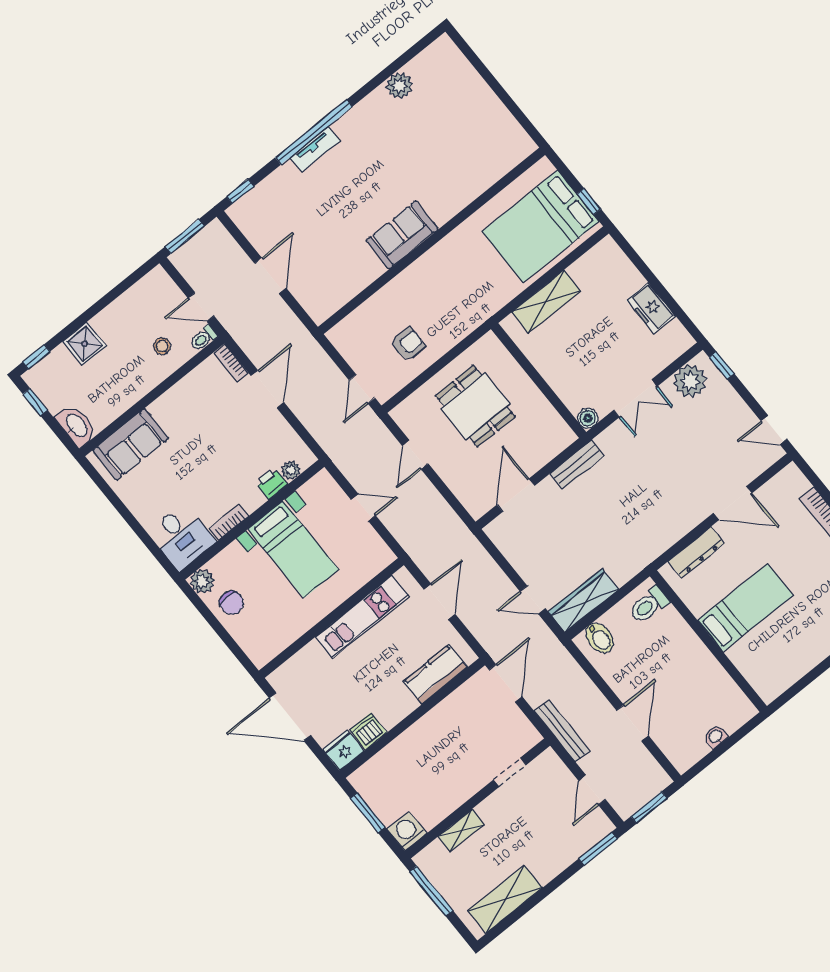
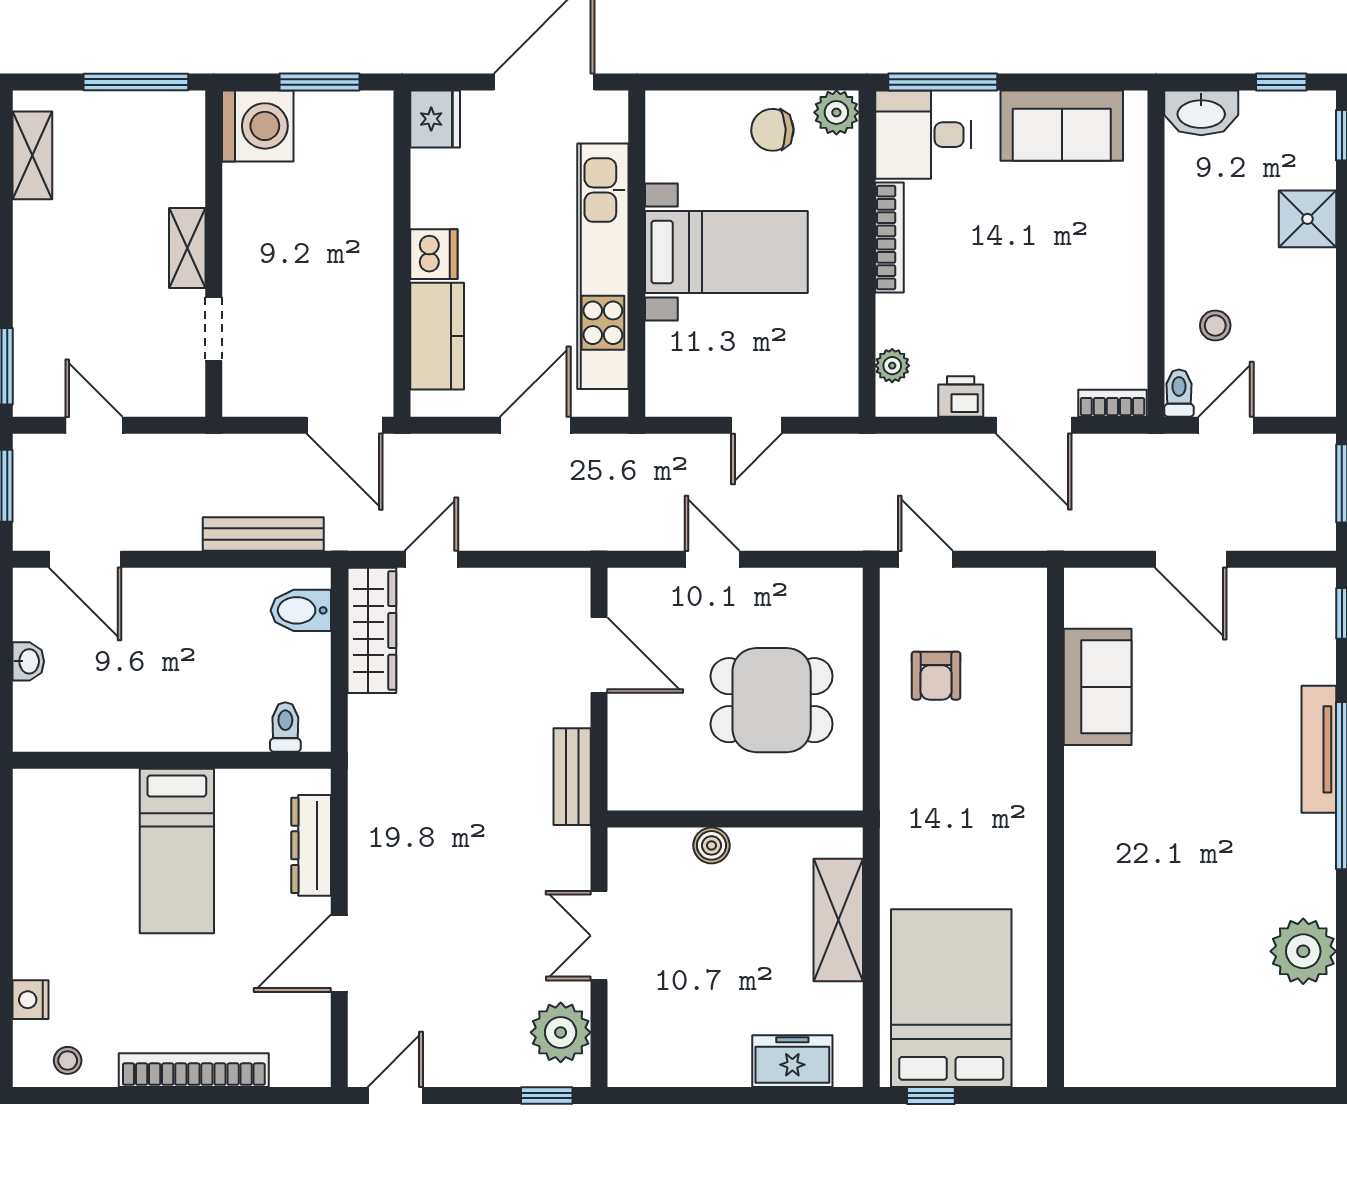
plant: (399, 86) -> (1303, 951), width x1.36, depth x1.36
tv unit: (315, 149) -> (1319, 749), width x1.41
sofa: (402, 235) -> (1098, 687), moved
freezer: (651, 308) -> (792, 1061), moved
boiler: (588, 418) -> (711, 845), moved
sofa: (131, 444) -> (1062, 126), moved, turned -90
door: (415, 455) -> (712, 559), moved
printer: (271, 483) -> (961, 397), moved, turned -90
bookcase: (229, 522) -> (890, 238), width x1.56
window: (152, 547) -> (943, 82), added
bed with nightstands: (293, 549) -> (726, 252), moved, turned 180
door: (440, 602) -> (535, 425), swing flipped
toilet: (649, 605) -> (285, 727), width x0.73, depth x0.72
kitchen unit: (362, 617) -> (603, 266), width x1.36
door: (632, 723) -> (85, 559), moved
dishwasher: (368, 731) -> (434, 254), moved
bench: (562, 731) -> (263, 534), moved
shelving: (461, 830) -> (187, 248), moved
washing machine: (407, 831) -> (258, 126), width x1.37, depth x1.37
shelving: (505, 899) -> (32, 155), width x0.67, depth x0.75

